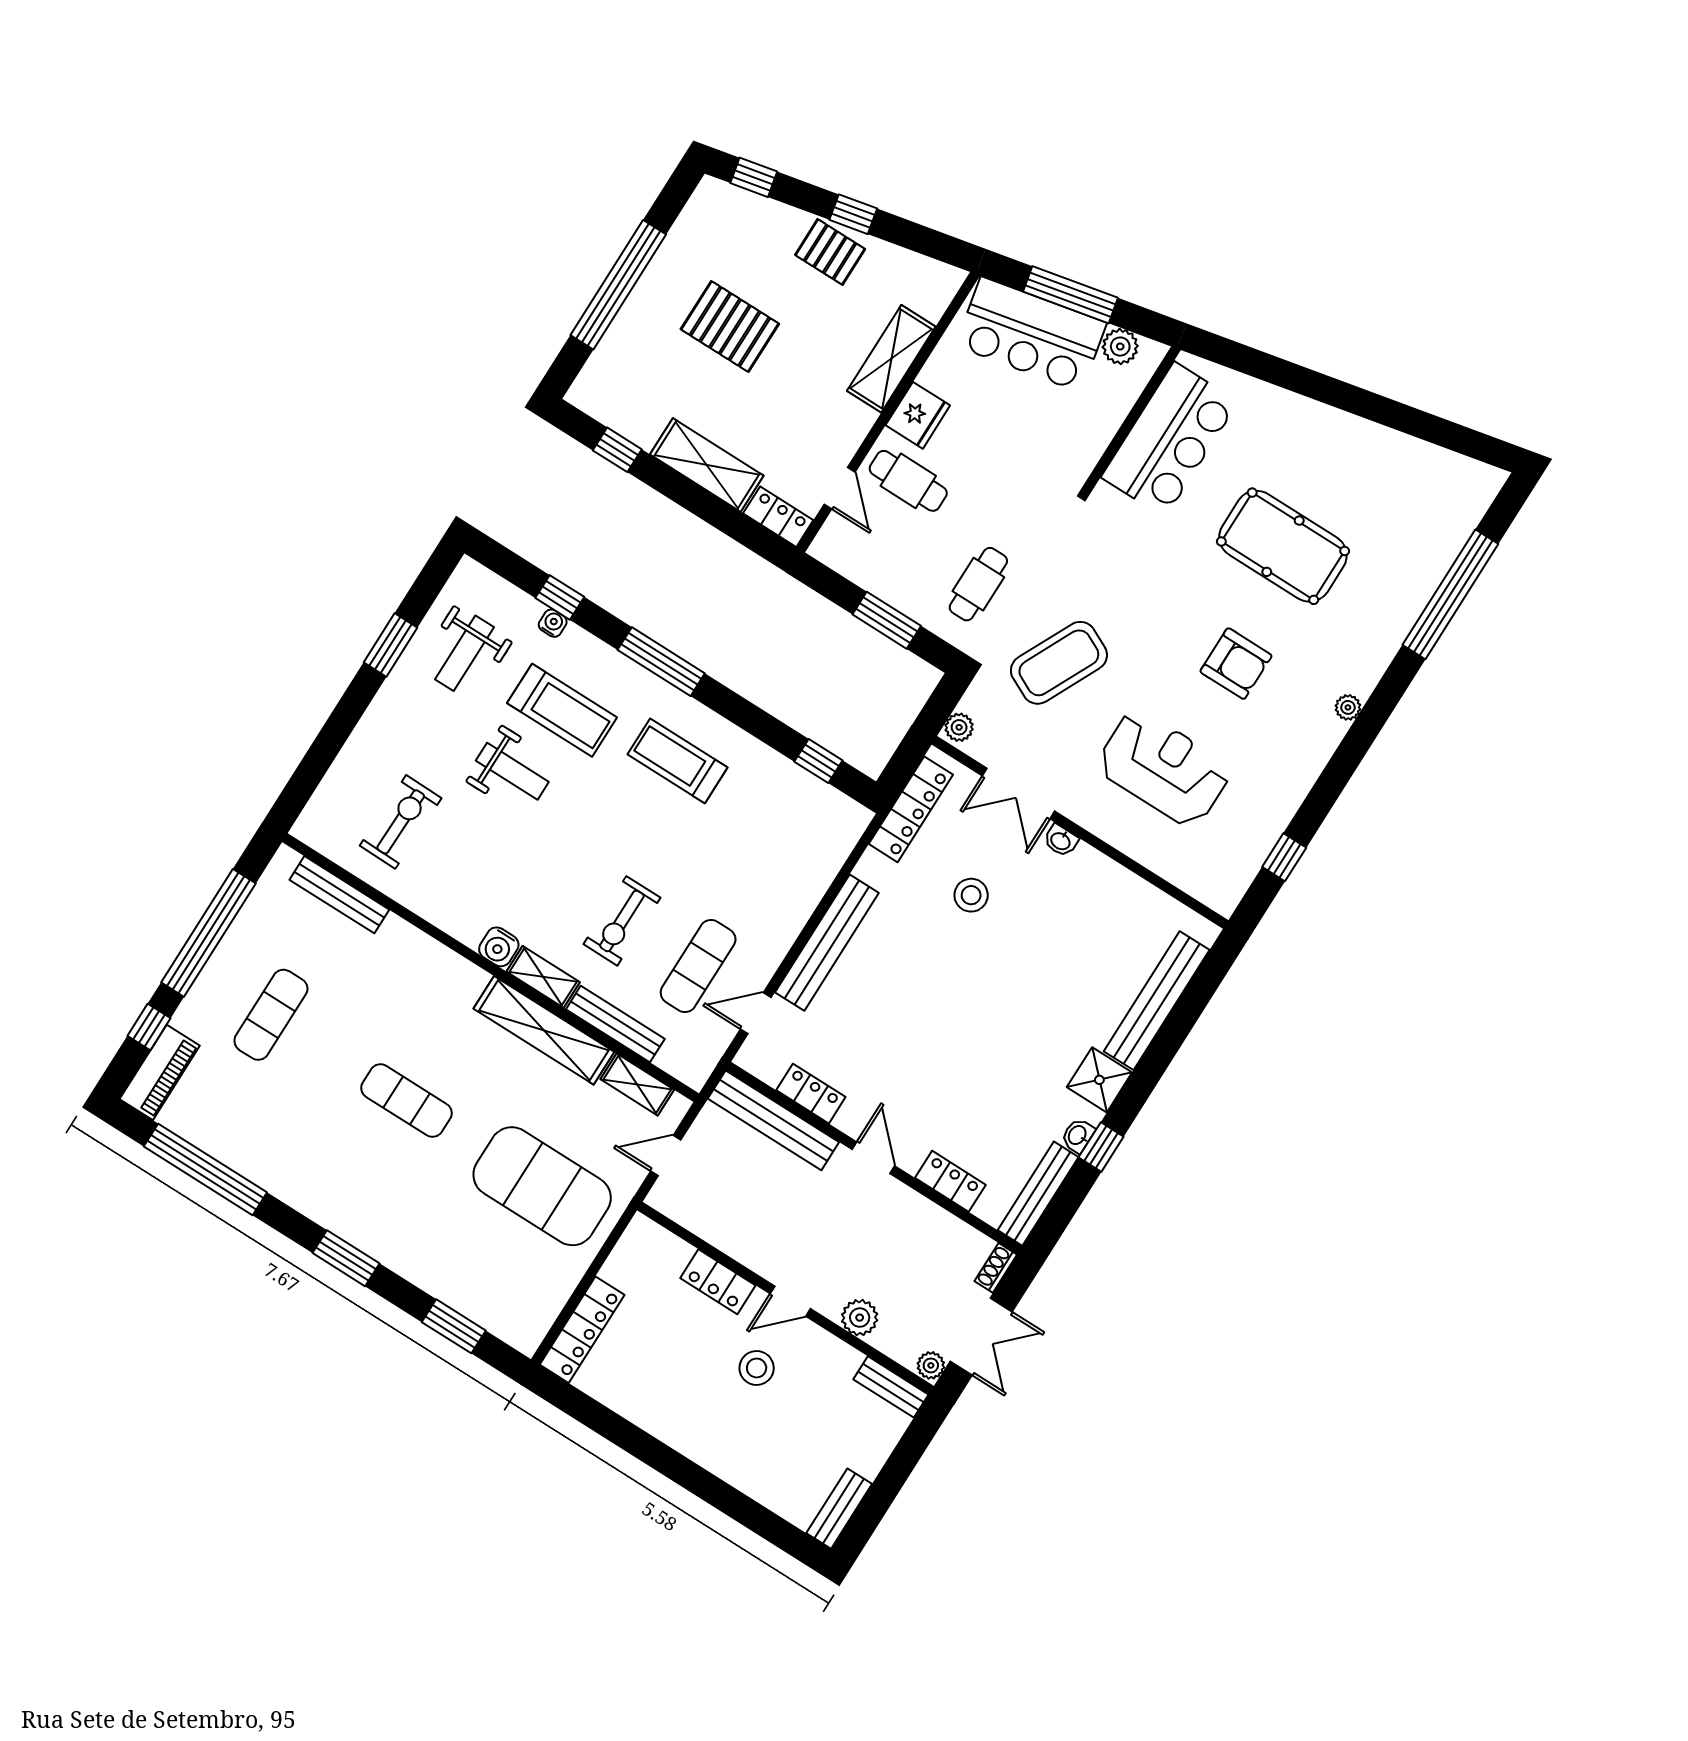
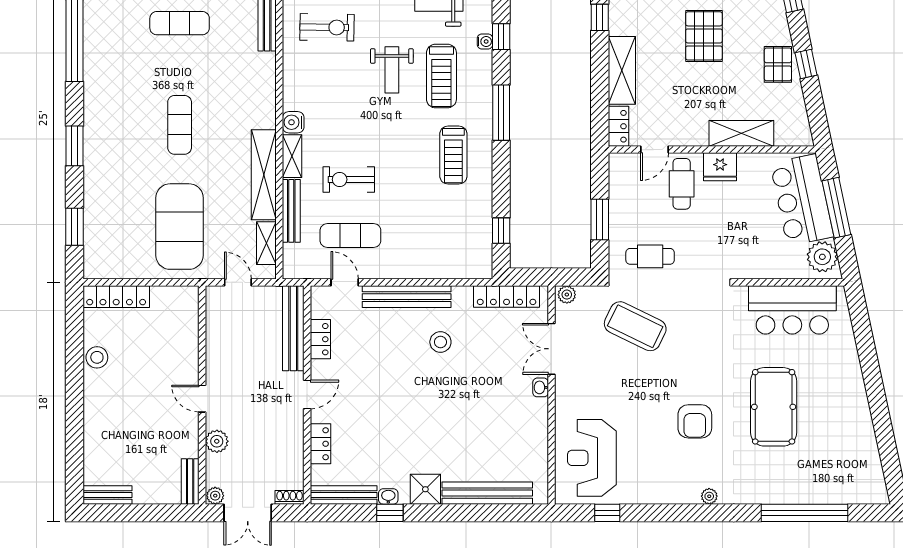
plant: (1120, 347) -> (822, 257), width x1.36, depth x1.36
treadmill: (677, 761) -> (453, 155), turned 180
reception desk: (1164, 768) -> (592, 458), moved, turned 180
stool: (971, 895) -> (440, 342), moved
locker: (718, 1282) -> (188, 353), removed
stool: (757, 1368) -> (97, 357), moved

